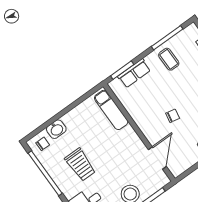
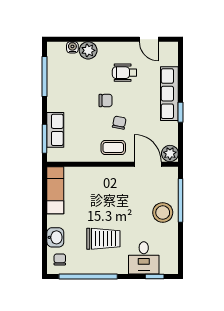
coffee table: (169, 59) -> (113, 148), moved
chair: (182, 94) -> (106, 100), added
exam couch: (111, 110) -> (55, 190), moved, turned -90
plant: (177, 168) -> (170, 153), added

